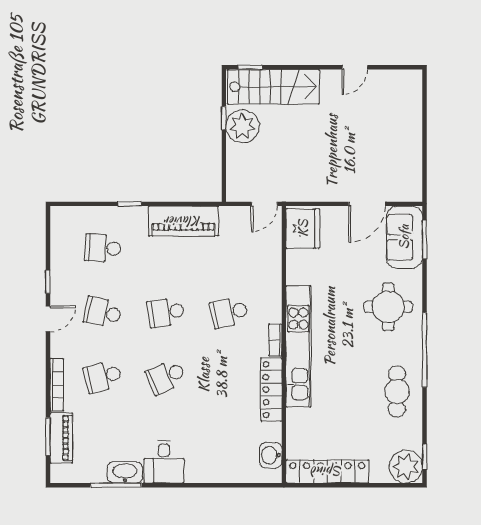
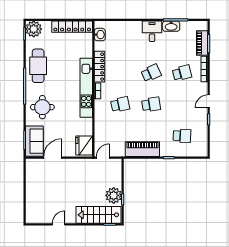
school desk: (103, 312) -> (182, 104), removed
cafe table: (397, 391) -> (38, 66), width x1.37, depth x1.35

